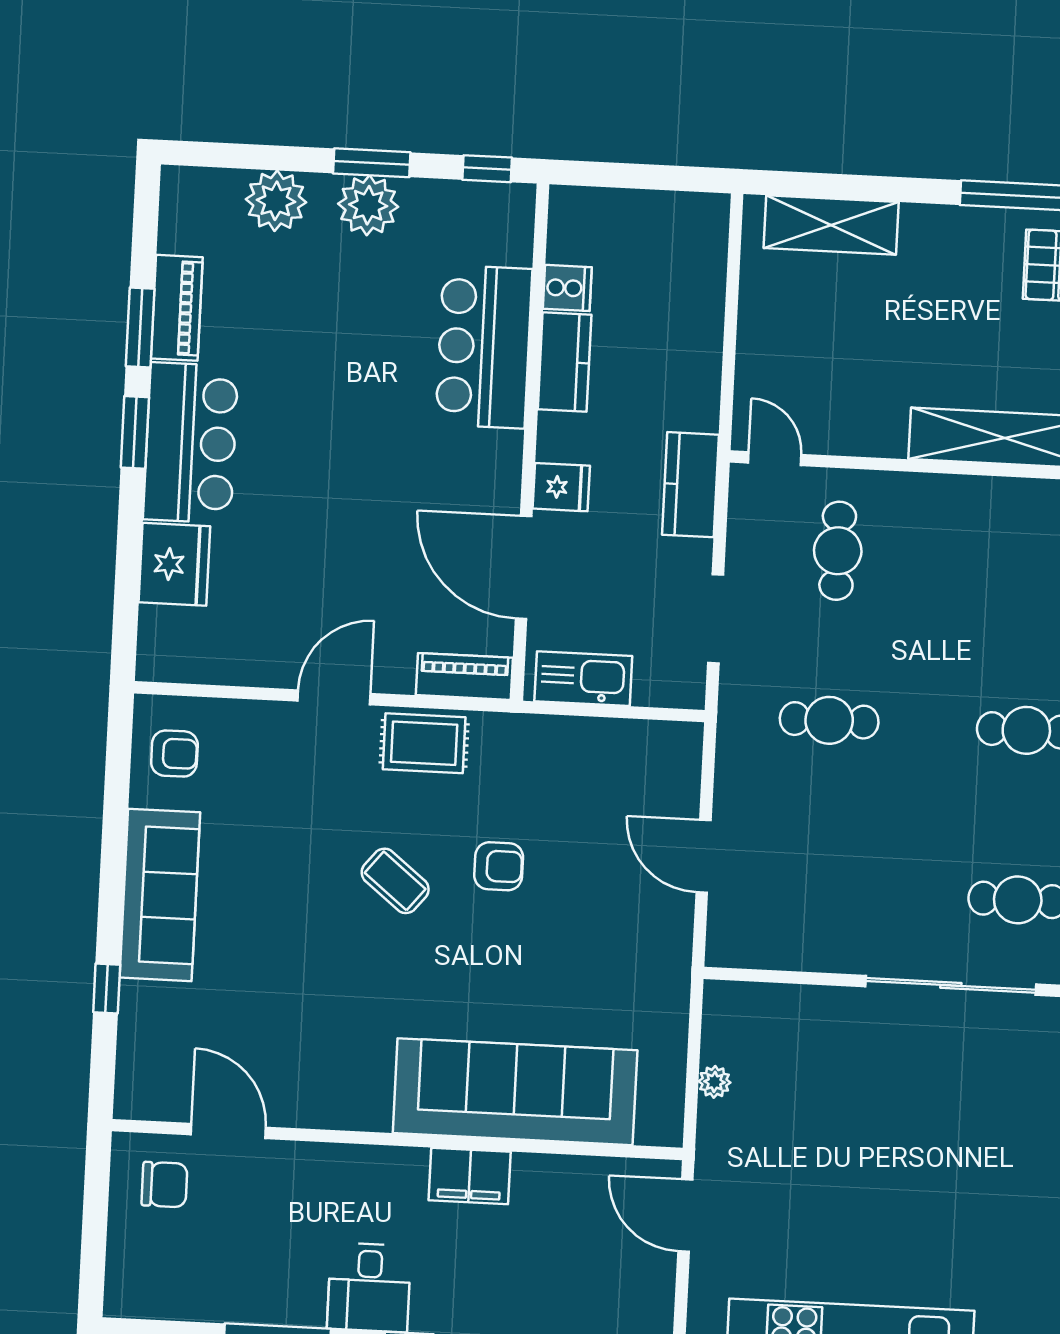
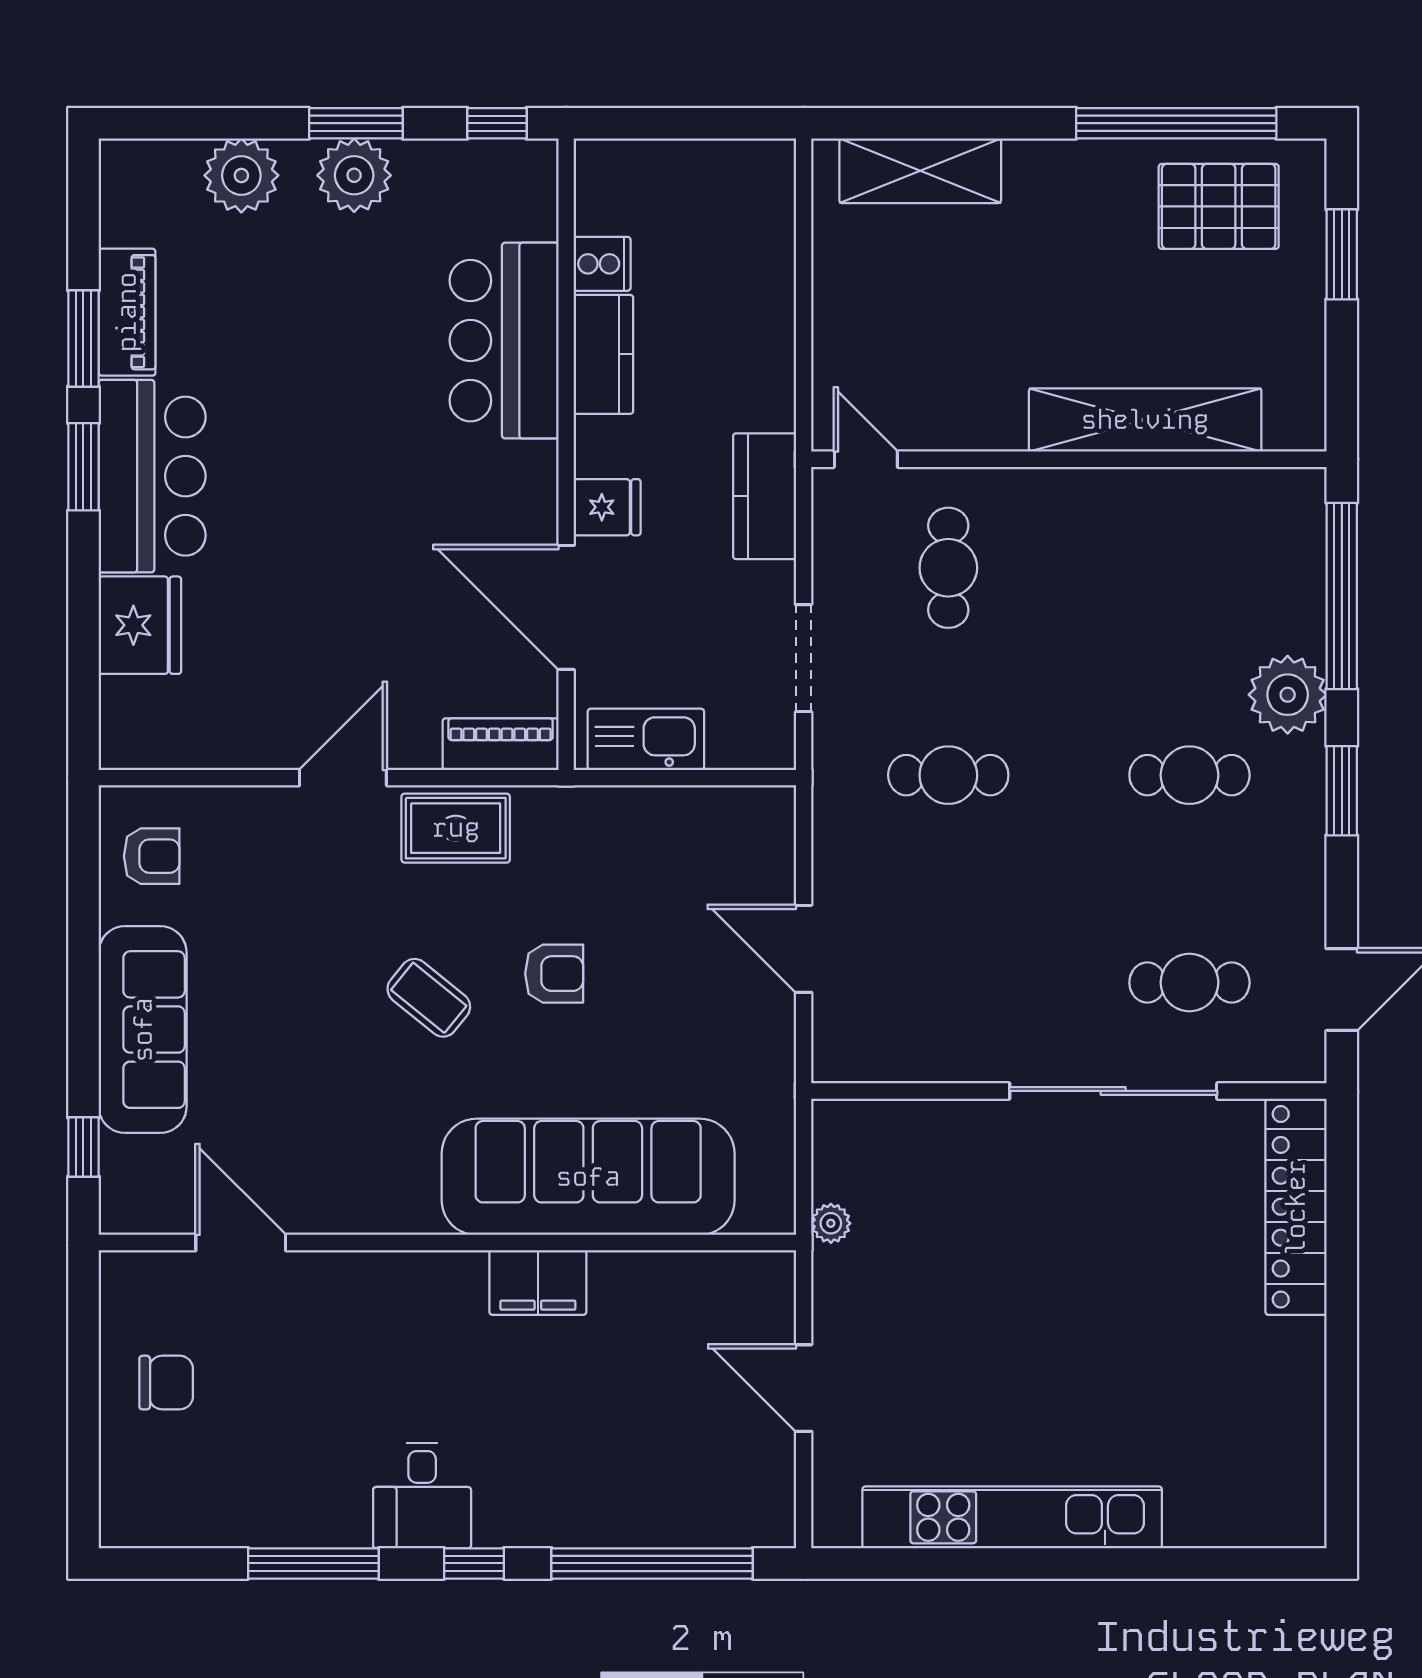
sofa: (515, 1092) -> (588, 1177), moved
door: (228, 1131) -> (241, 1243), moved
wall: (397, 1140) -> (447, 1243), moved
filing cabinet: (470, 1176) -> (538, 1282), moved

